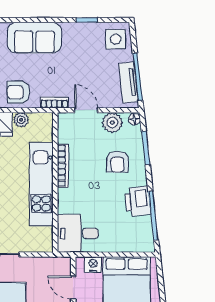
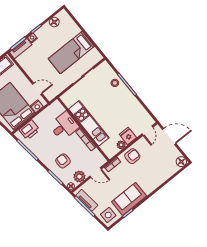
sofa: (34, 38) -> (129, 199), moved
printer: (138, 201) -> (29, 130), moved, turned 96
desk: (78, 233) -> (64, 126), moved

